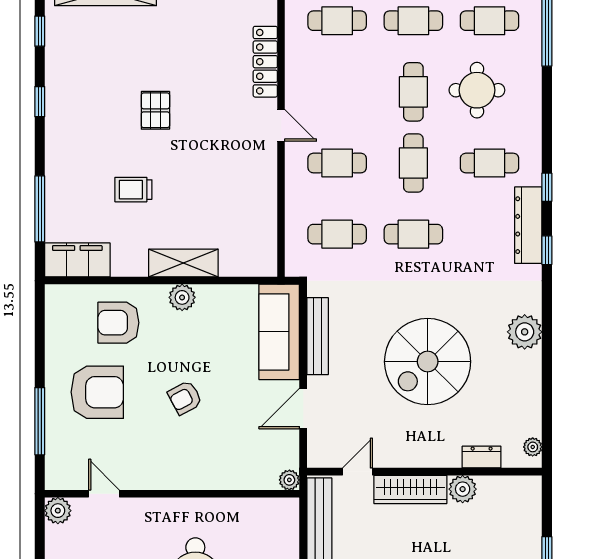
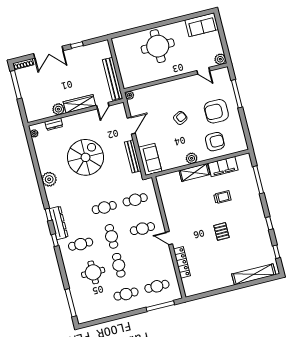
cafe table: (490, 21) -> (95, 302), removed
filing cabinet: (77, 260) -> (223, 167), moved
sofa: (279, 332) -> (150, 159), width x0.73

